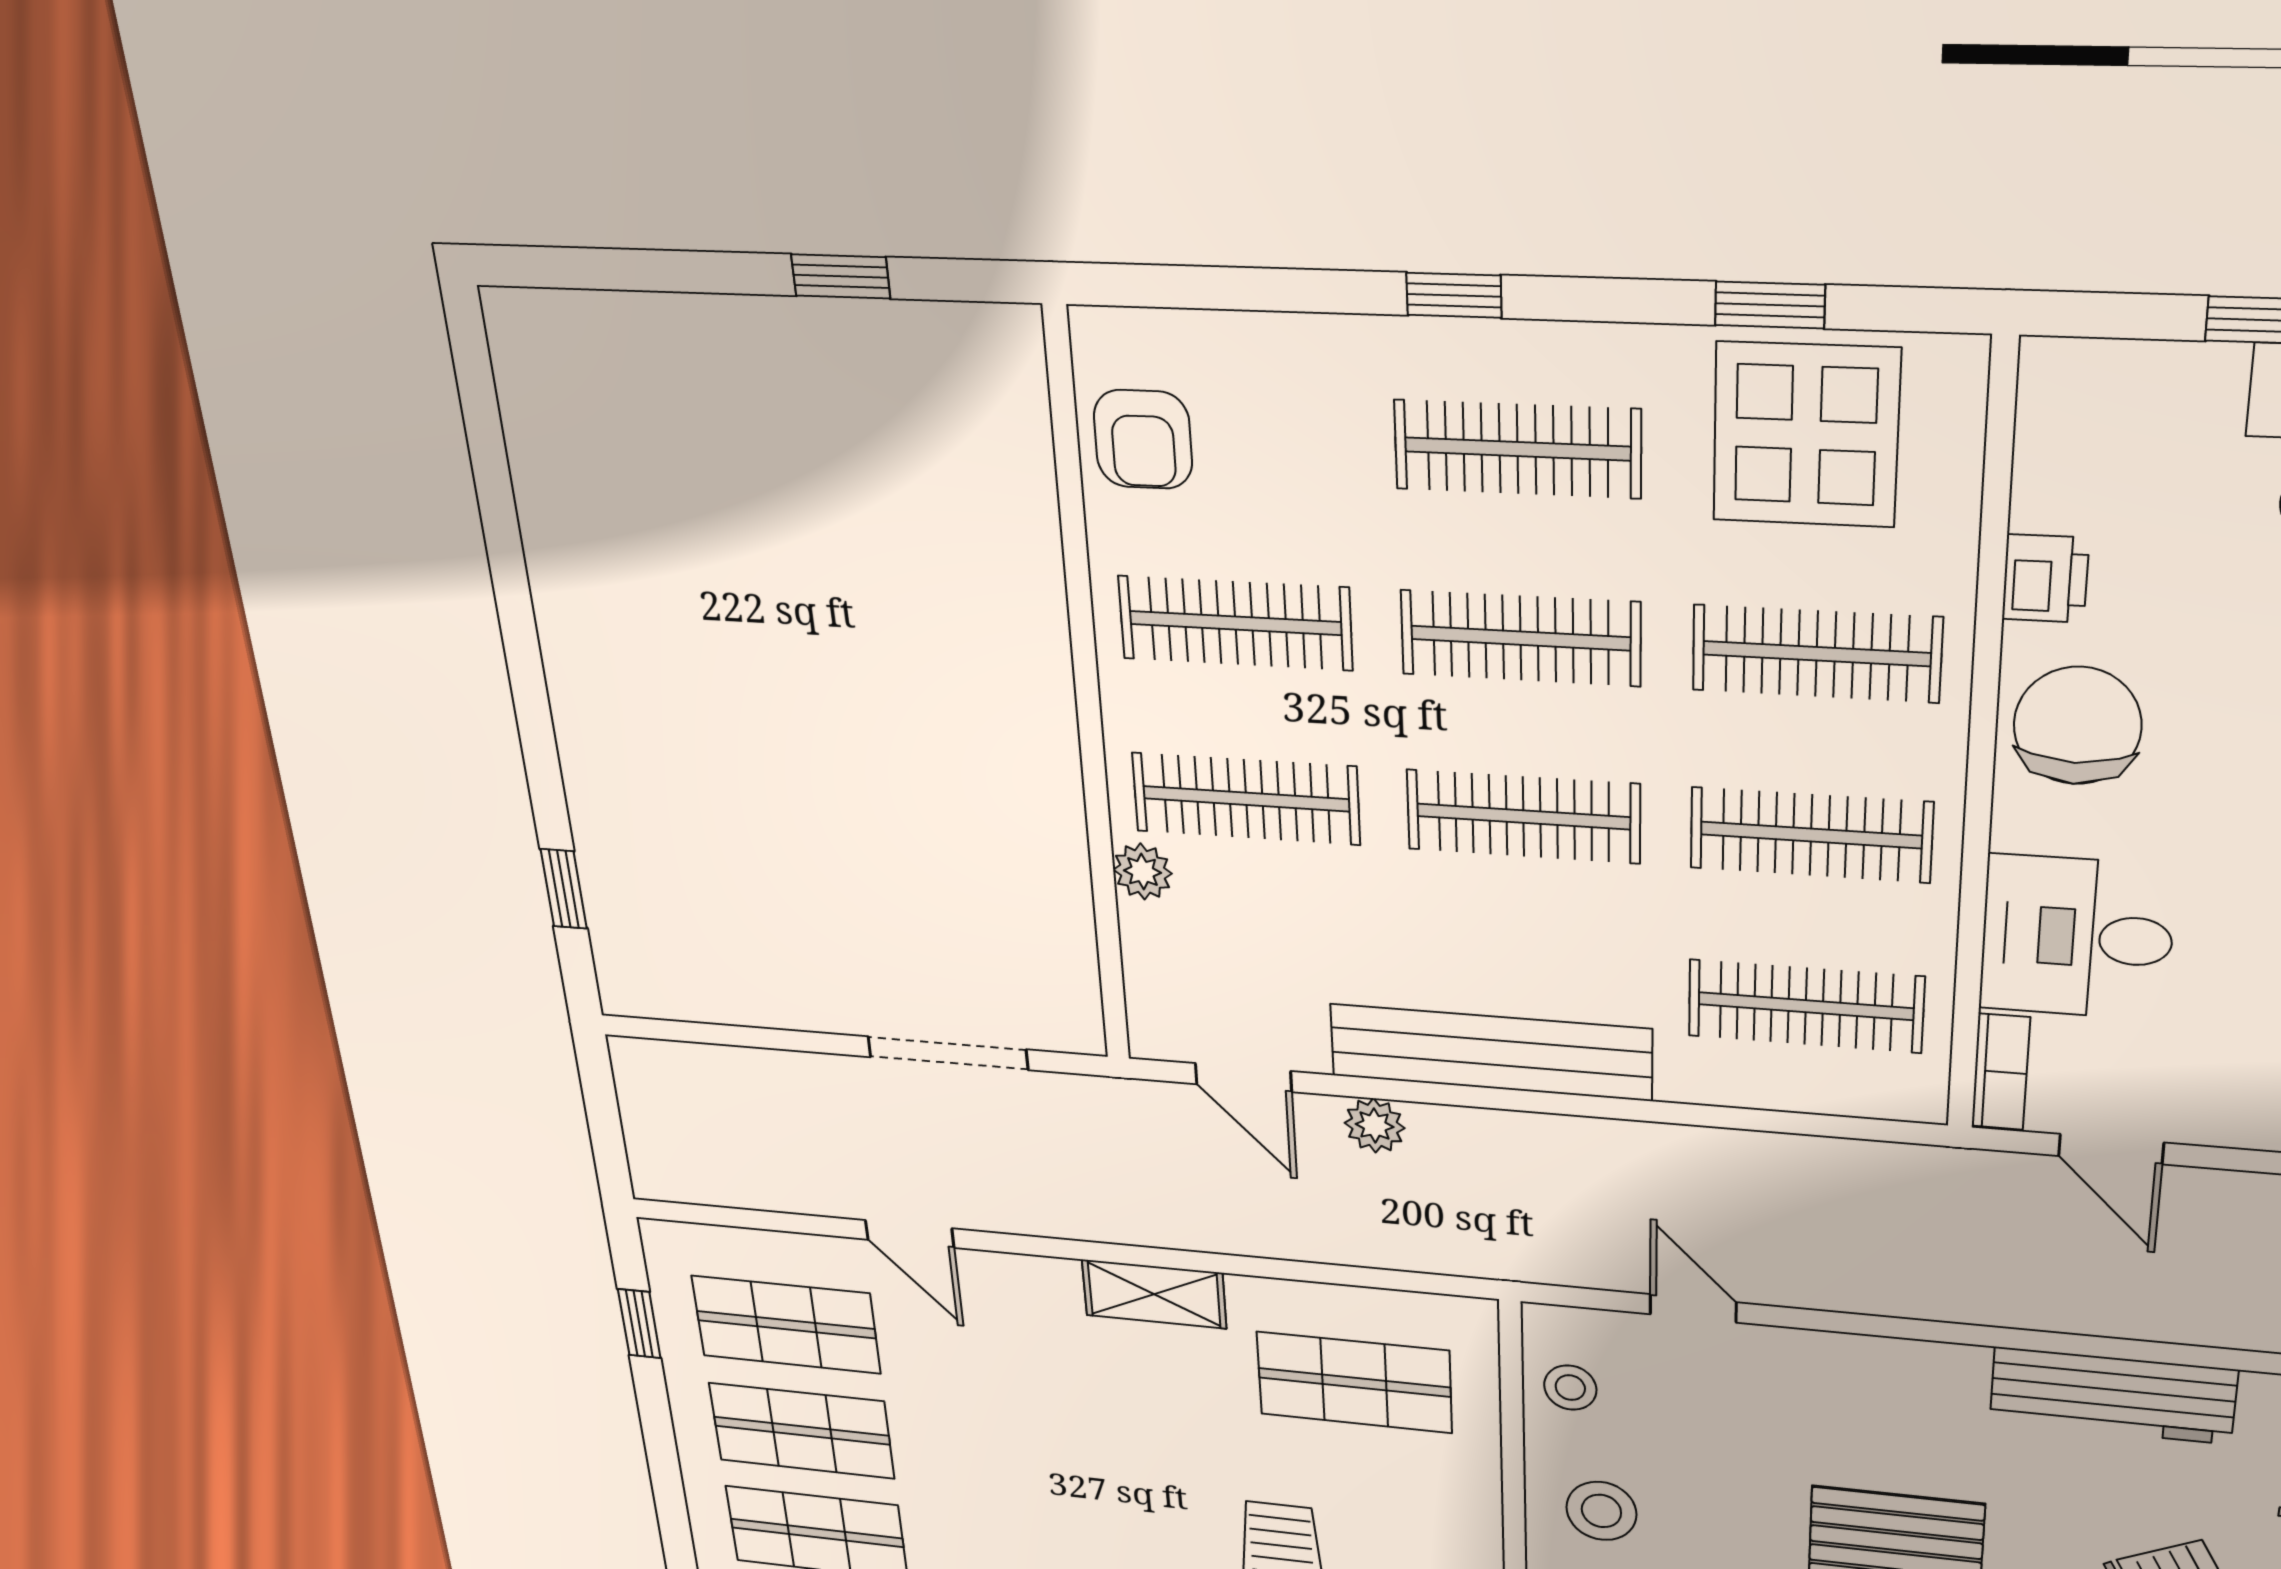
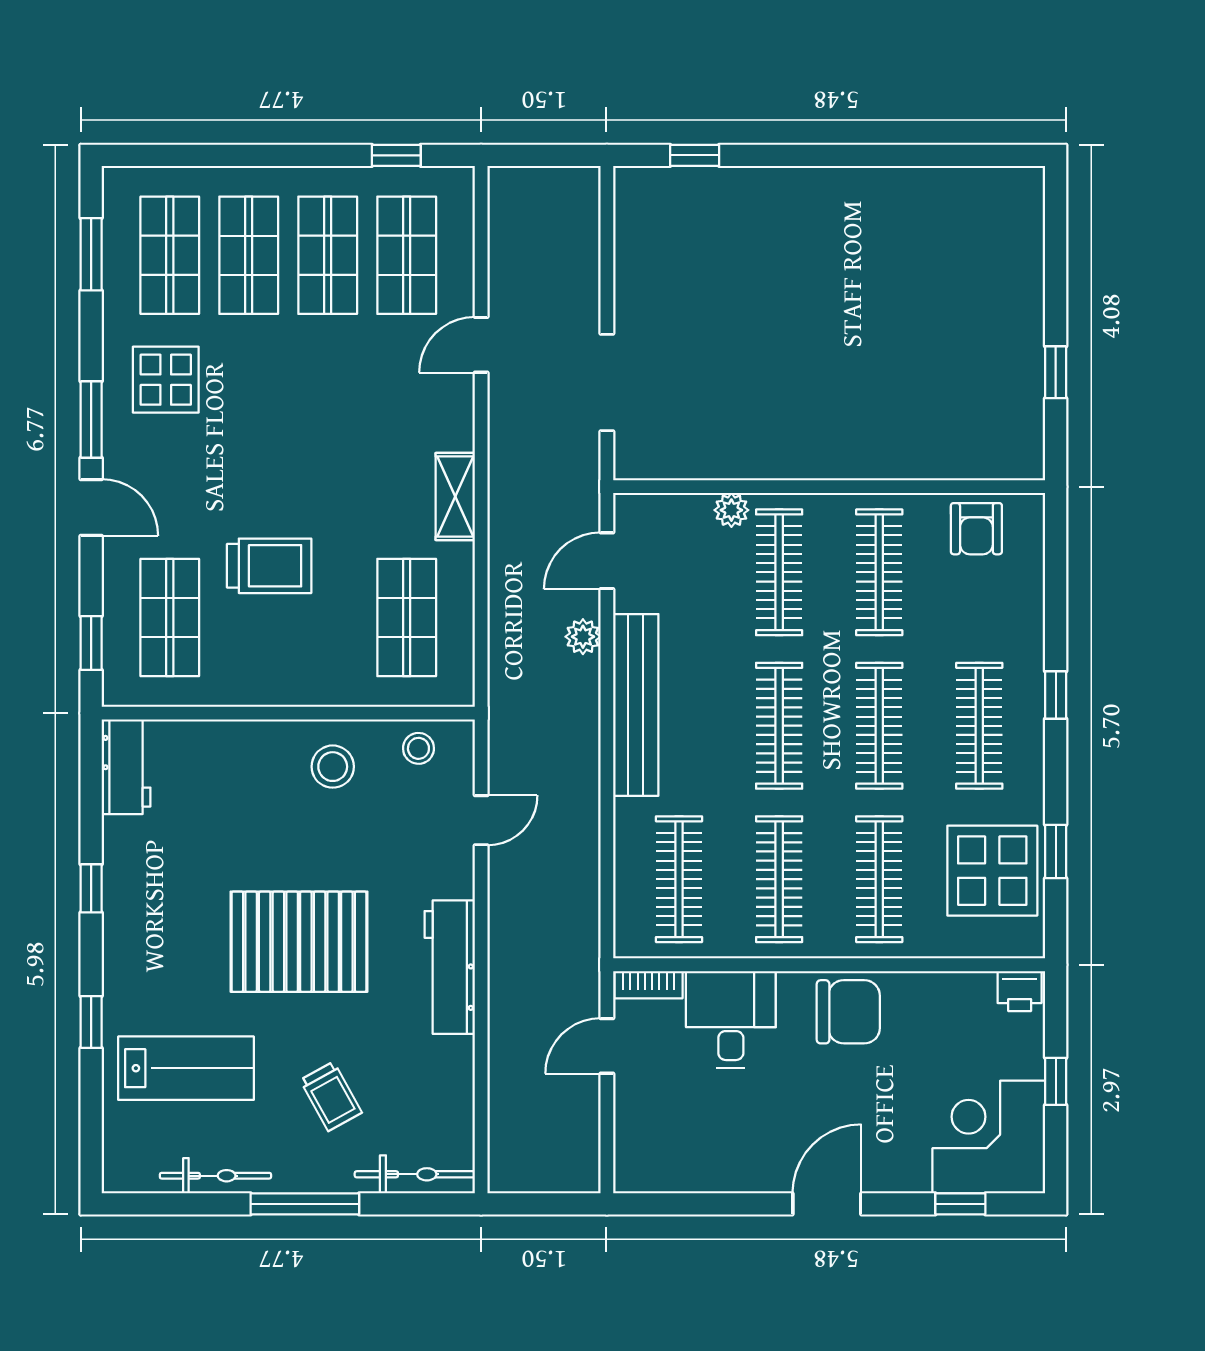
armchair: (1143, 439) -> (976, 529), turned -90
printer: (2045, 579) -> (1020, 991), moved
workbench: (2113, 1396) -> (450, 967), moved

